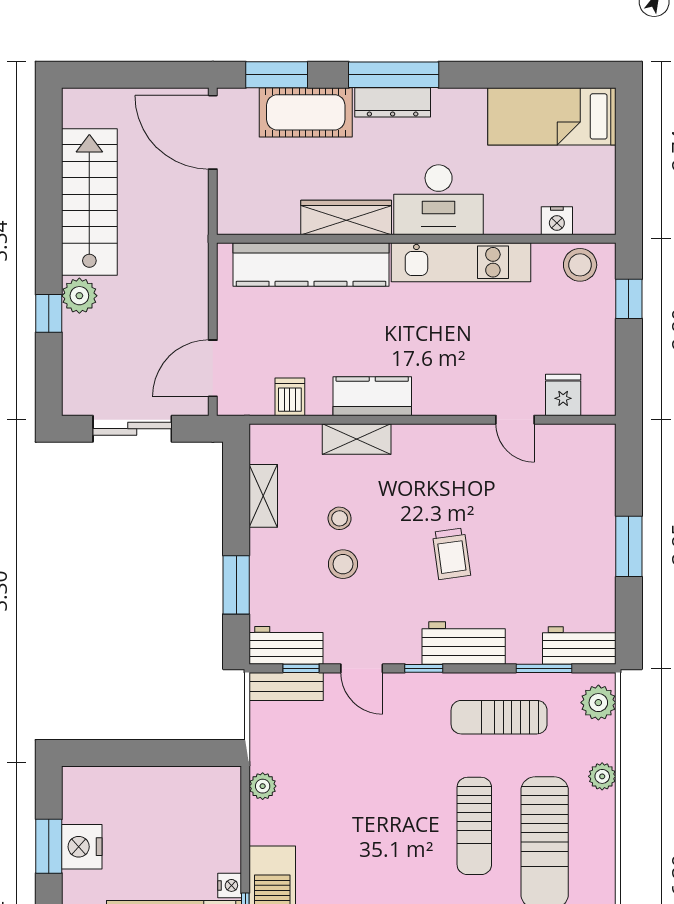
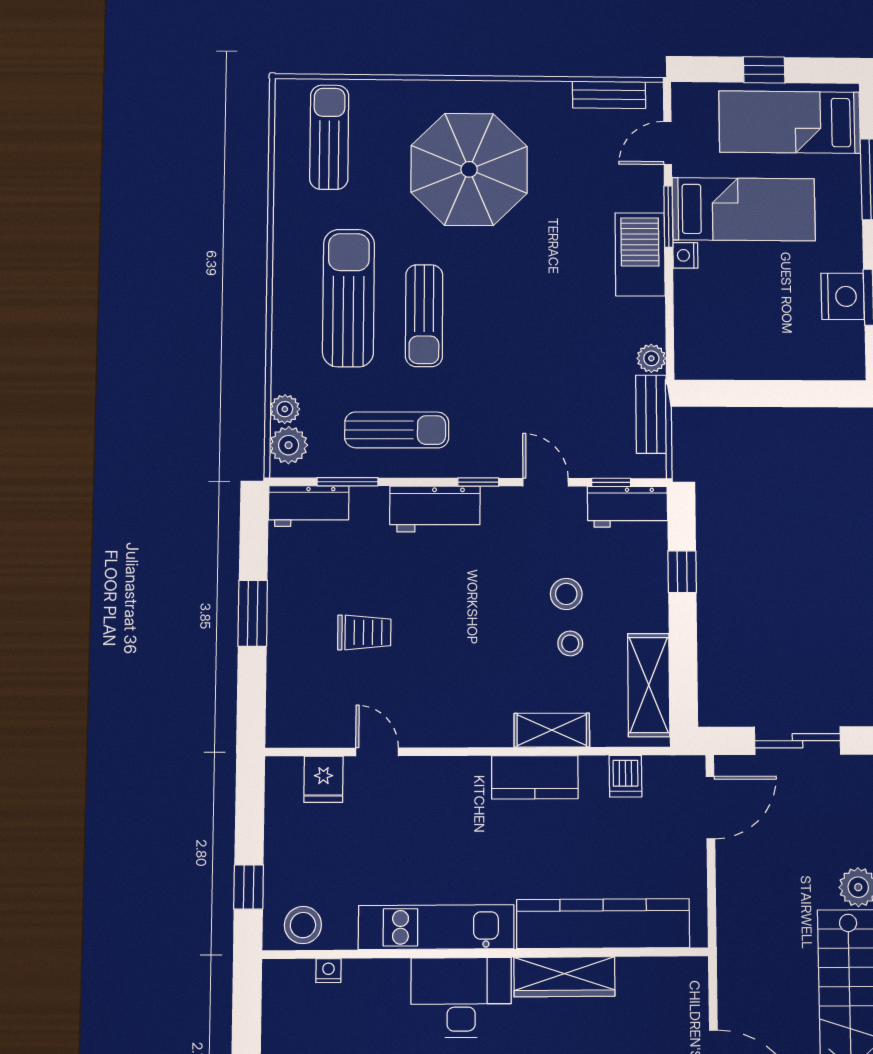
nightstand: (557, 221) -> (328, 971), width x0.72, depth x0.74
shelving: (263, 496) -> (649, 685), width x1.50, depth x1.33
trolley: (451, 554) -> (364, 632), moved, turned 98
window: (236, 585) -> (682, 572), width x0.67
bench: (286, 686) -> (651, 414), moved, turned 90
plant: (602, 776) -> (285, 409), moved
sun lounger: (474, 826) -> (424, 316), turned 180

